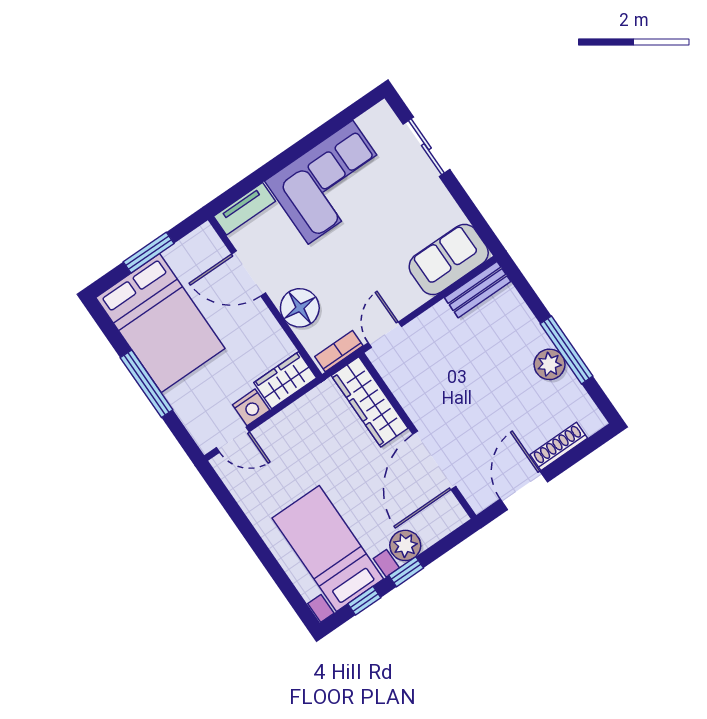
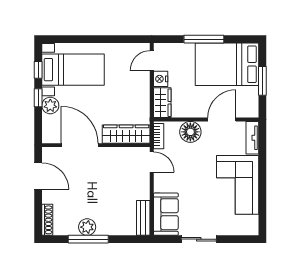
sliding door: (426, 147) -> (199, 239), moved
shoe rack: (559, 446) -> (47, 220), moved

